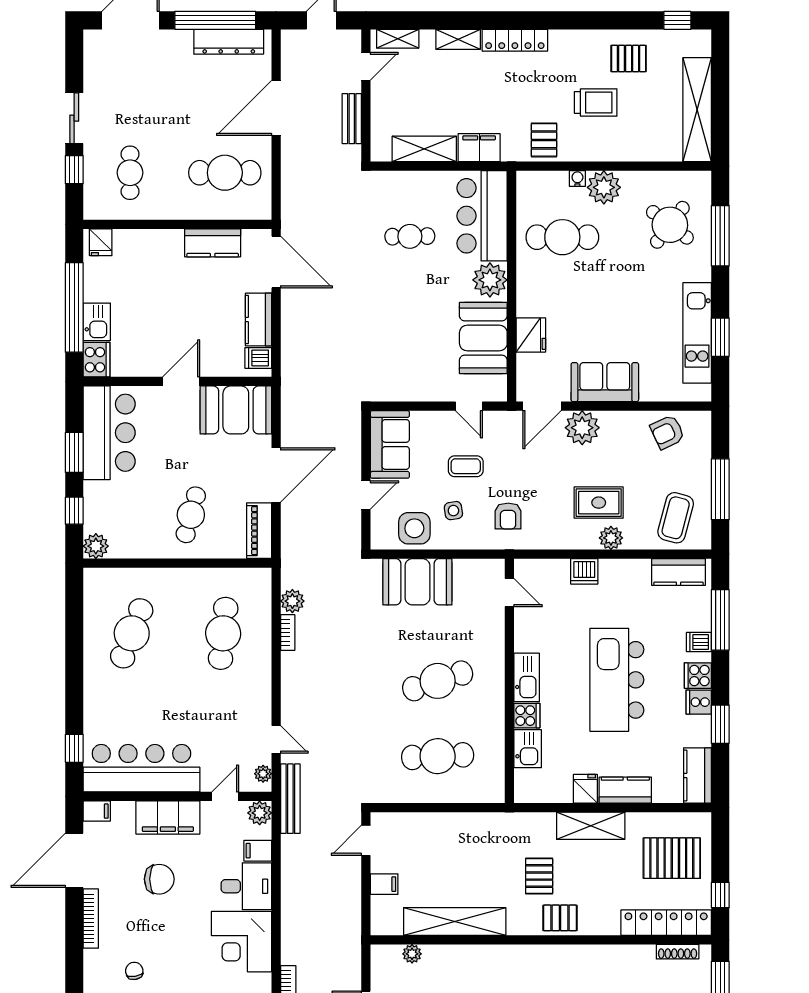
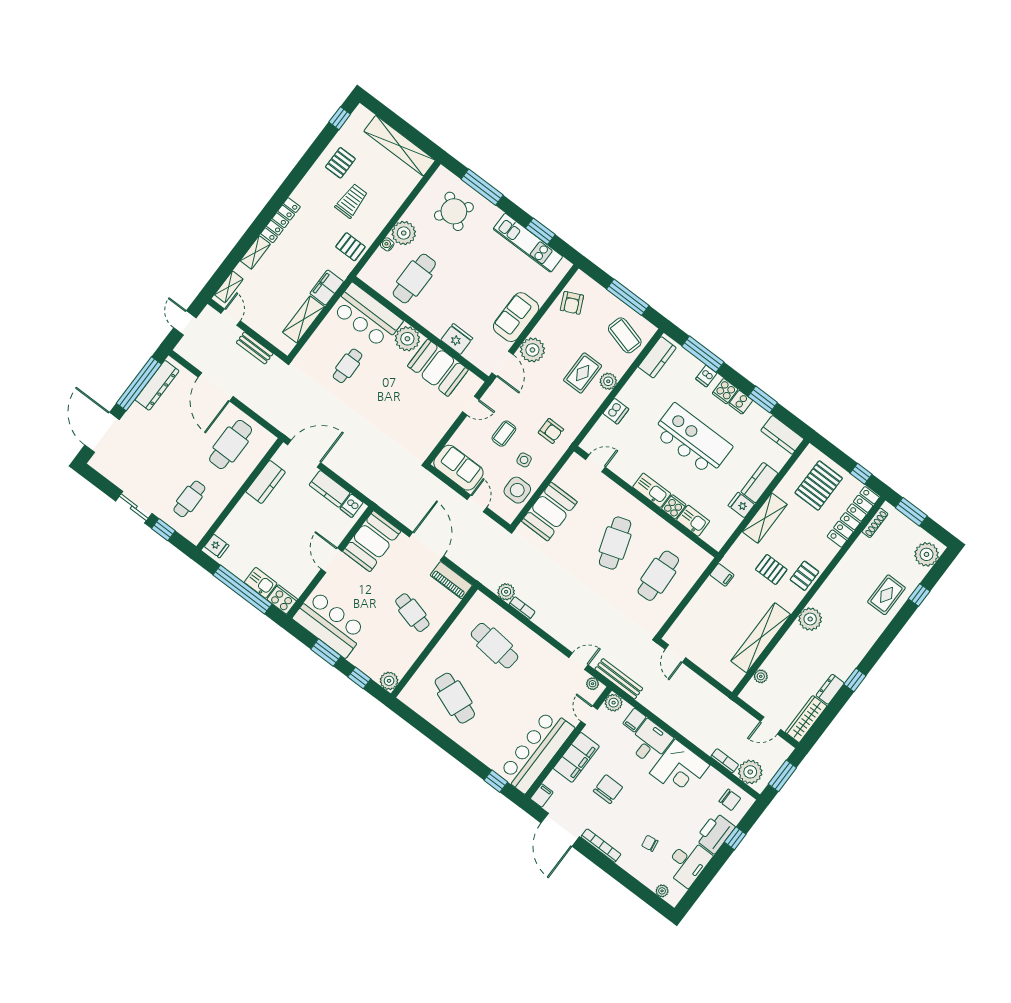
cafe table: (130, 173) -> (189, 499), turned 90
kitchen island: (617, 680) -> (692, 440), turned 180
filing cabinet: (384, 884) -> (722, 575), moved, turned 90
plant: (517, 961) -> (810, 619), added

